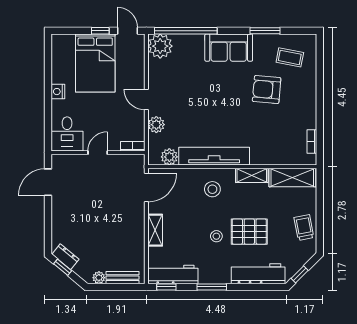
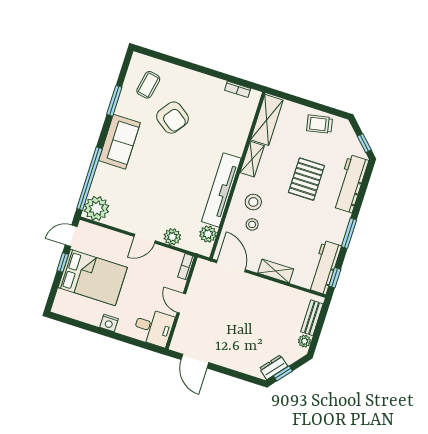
armchair: (267, 90) -> (173, 118), turned -59
stool: (216, 236) -> (252, 224), moved

